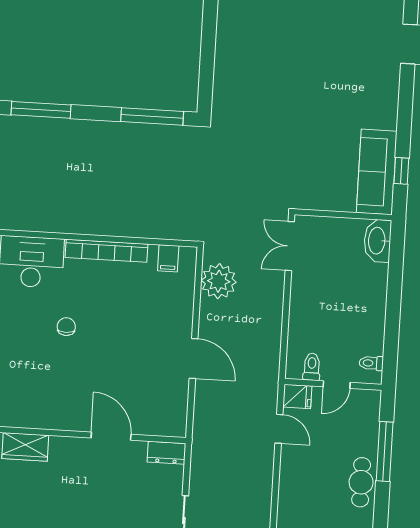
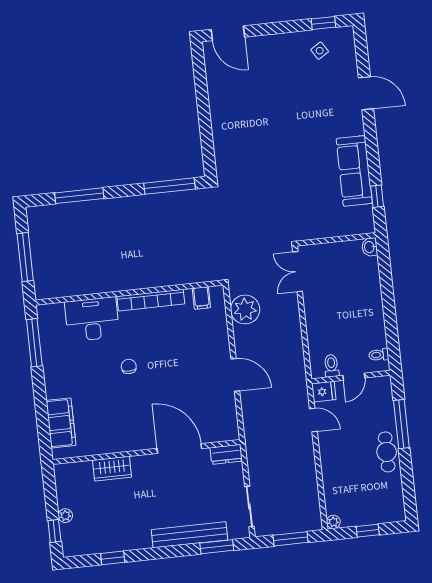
sofa: (377, 172) -> (354, 171), moved
washbasin: (377, 241) -> (370, 247), width x0.52, depth x0.69
door: (111, 436) -> (179, 448), width x1.36

